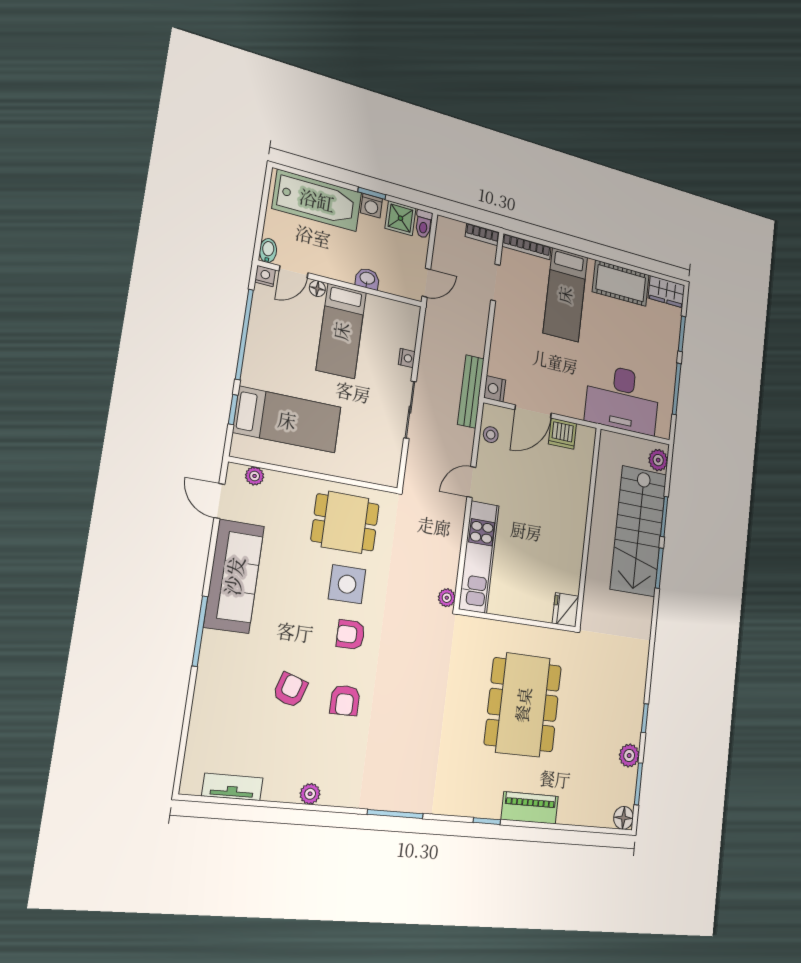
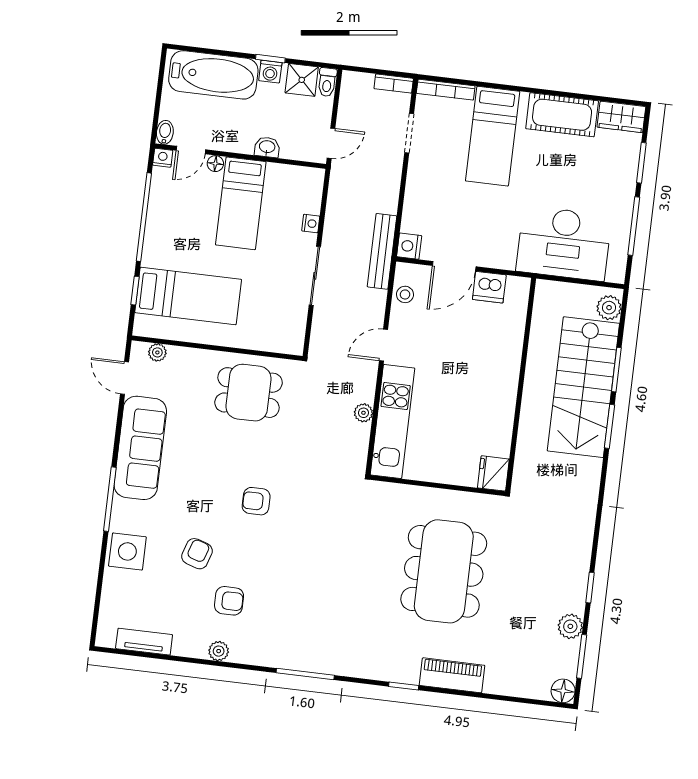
side table: (347, 584) -> (127, 551), moved
plant: (447, 598) -> (363, 413), moved
armchair: (345, 700) -> (229, 601), moved, turned -90

